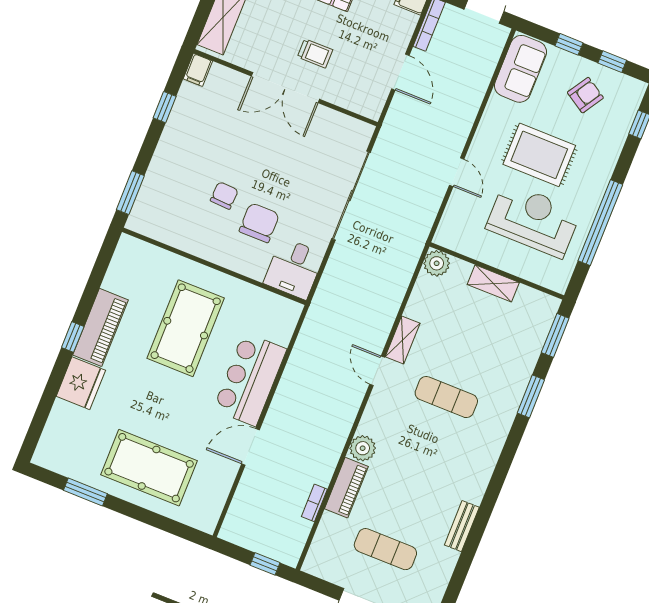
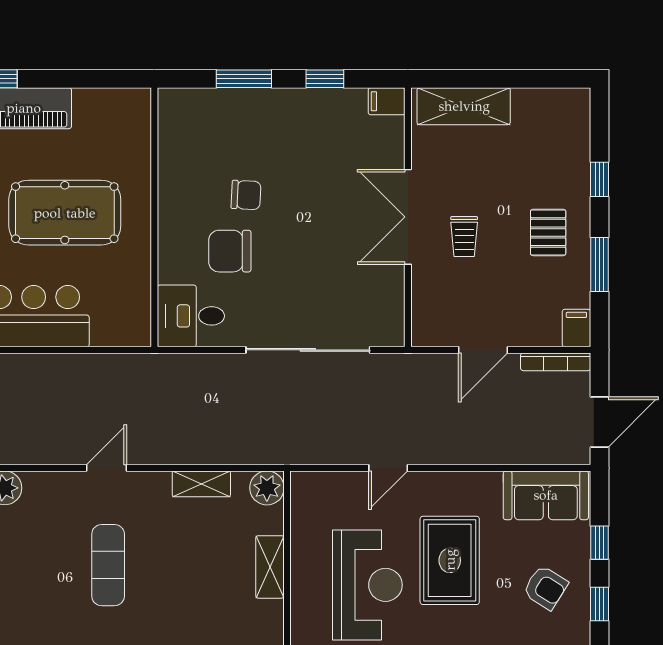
window: (130, 193) -> (244, 79), moved
chair: (259, 223) -> (230, 251), turned 180
shelving: (403, 340) -> (201, 484), moved

